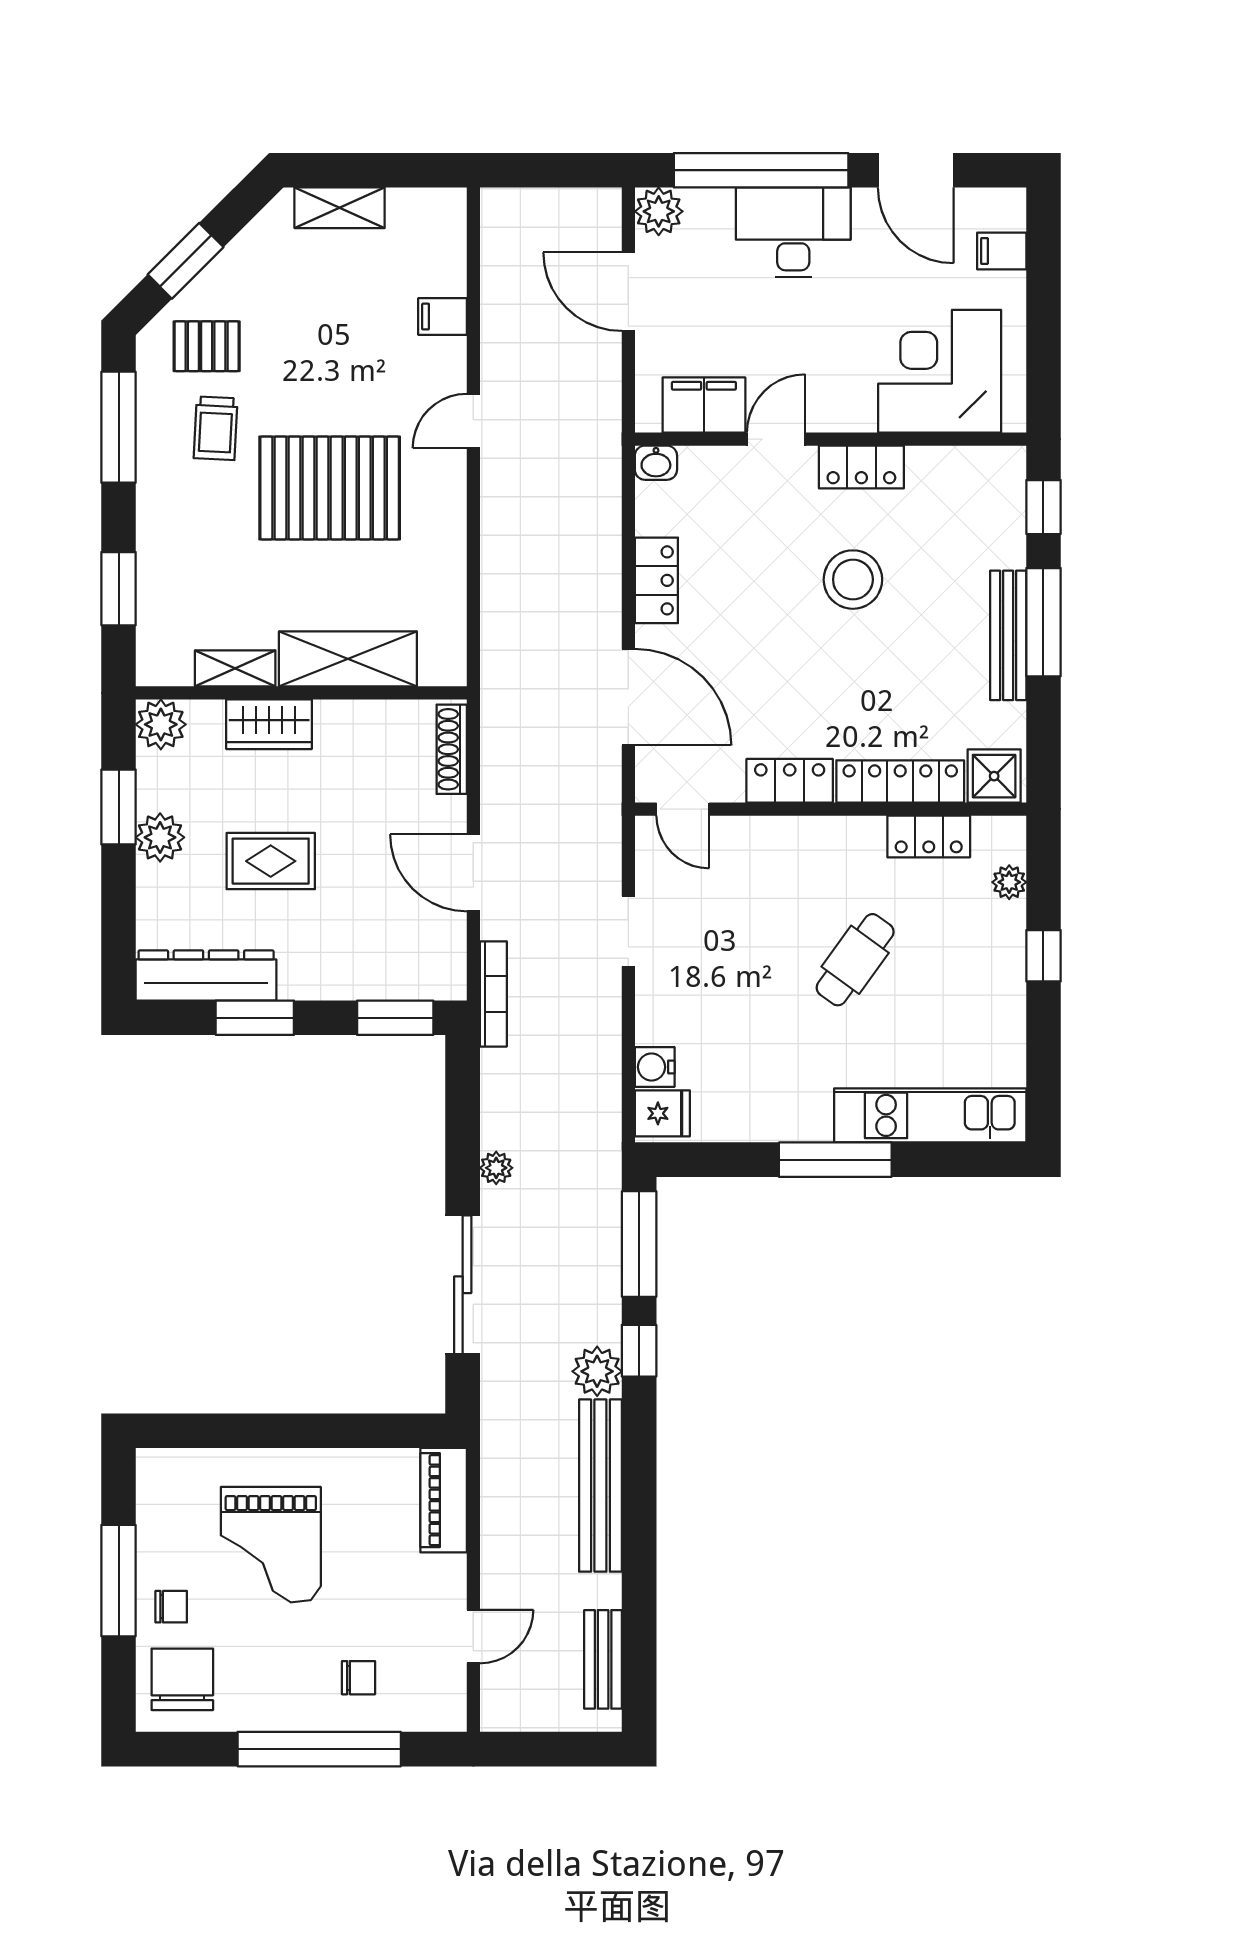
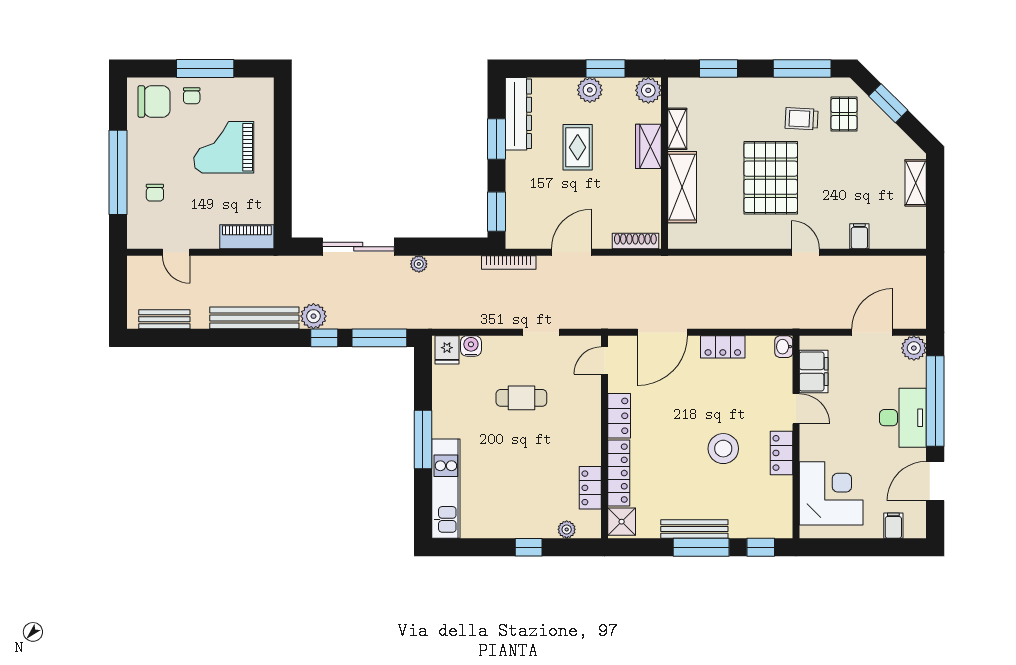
cafe table: (855, 960) -> (521, 398), moved, turned -36

